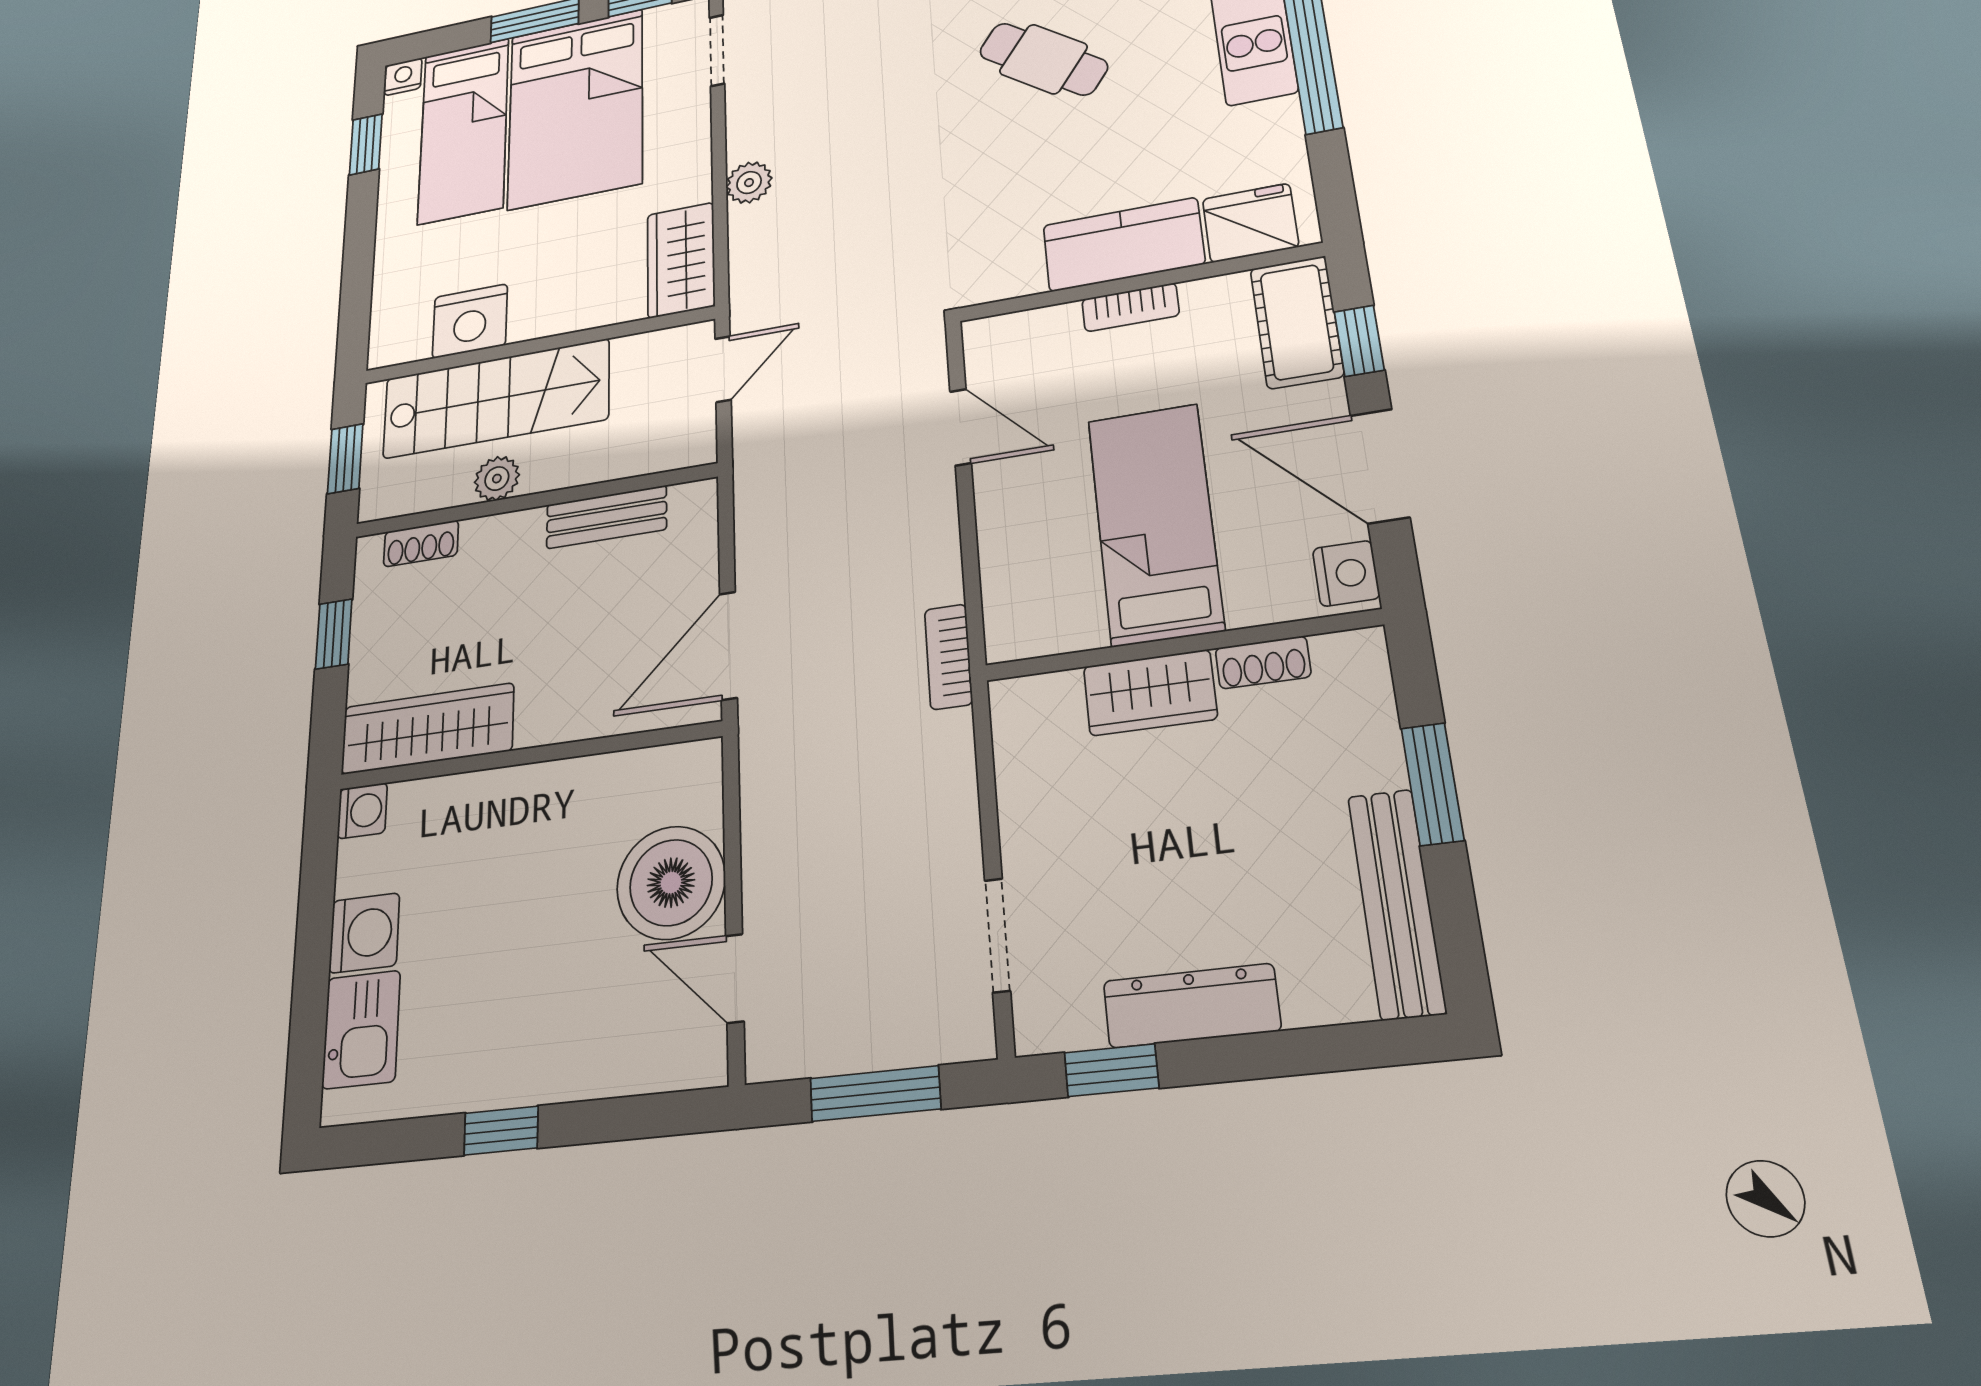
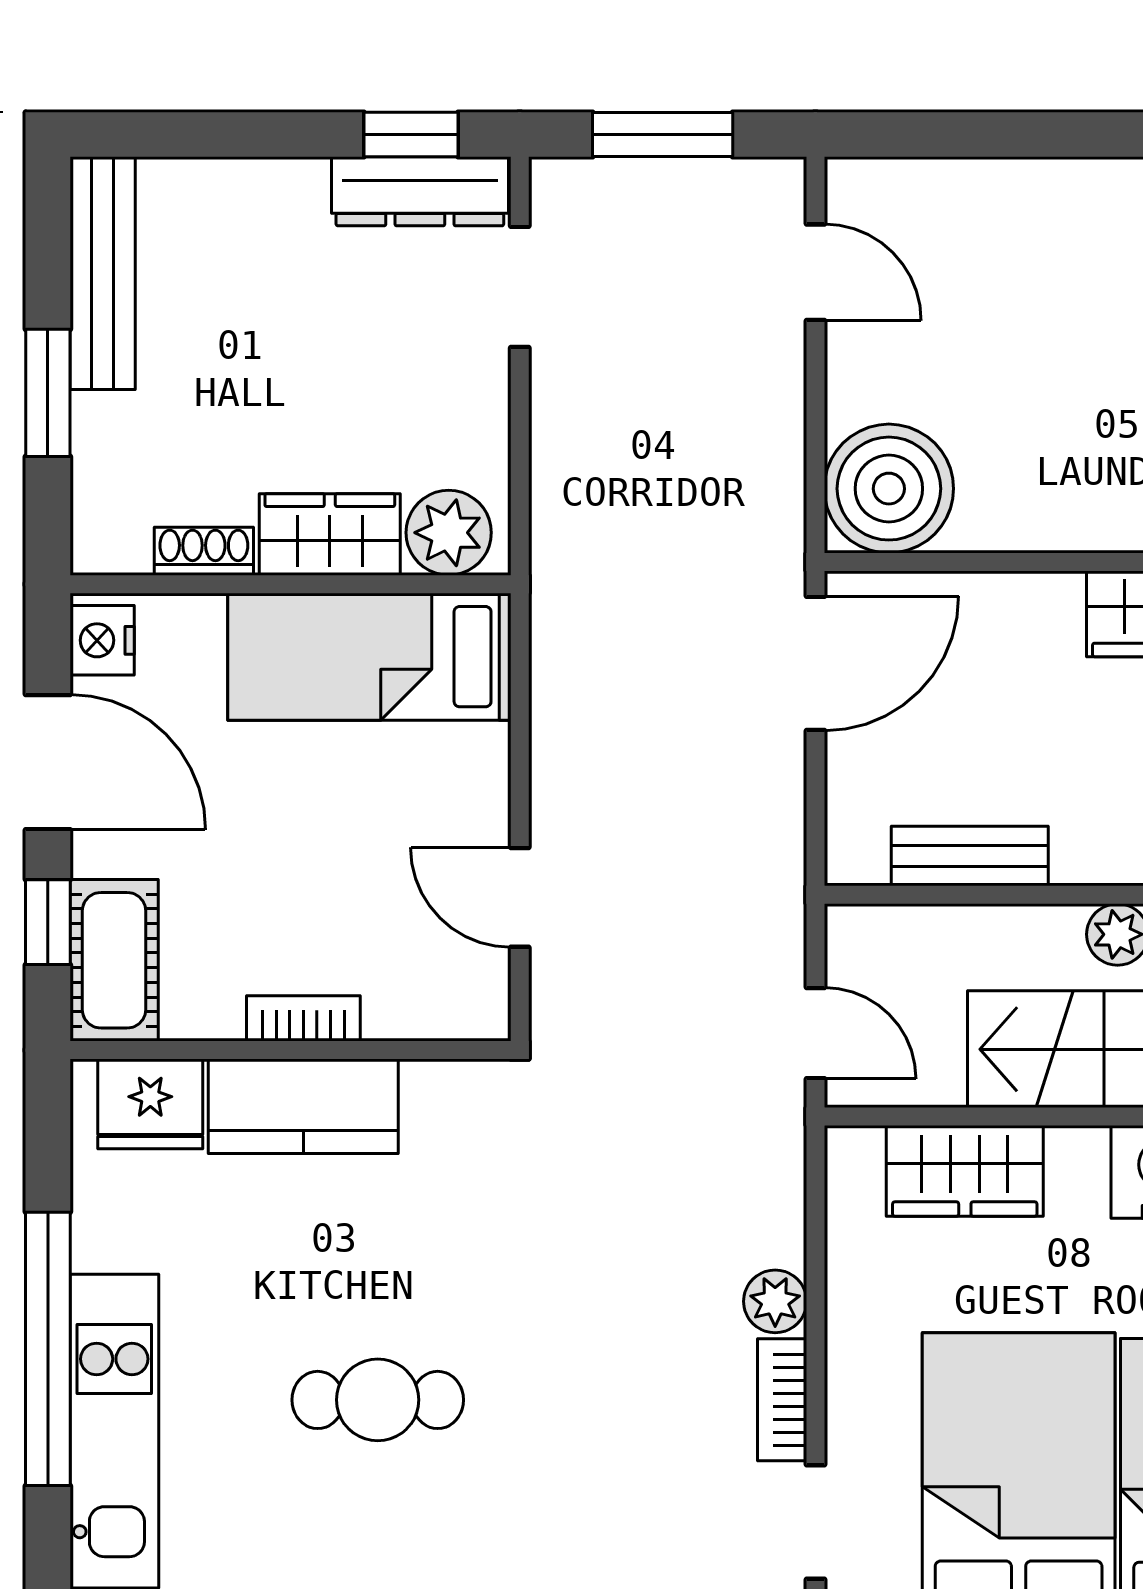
cafe table: (1043, 59) -> (378, 1400), turned -36
wardrobe: (681, 260) -> (965, 1171), moved, turned 90
door: (723, 369) -> (815, 1033), swing flipped
bed: (1155, 524) -> (369, 657), moved, turned 90
bookcase: (948, 657) -> (782, 1400), moved, turned 180
plant: (1044, 709) -> (449, 533), added
boiler: (671, 883) -> (889, 489), moved
dresser: (1191, 1006) -> (420, 191), moved
window: (501, 1131) -> (1088, 135), removed

